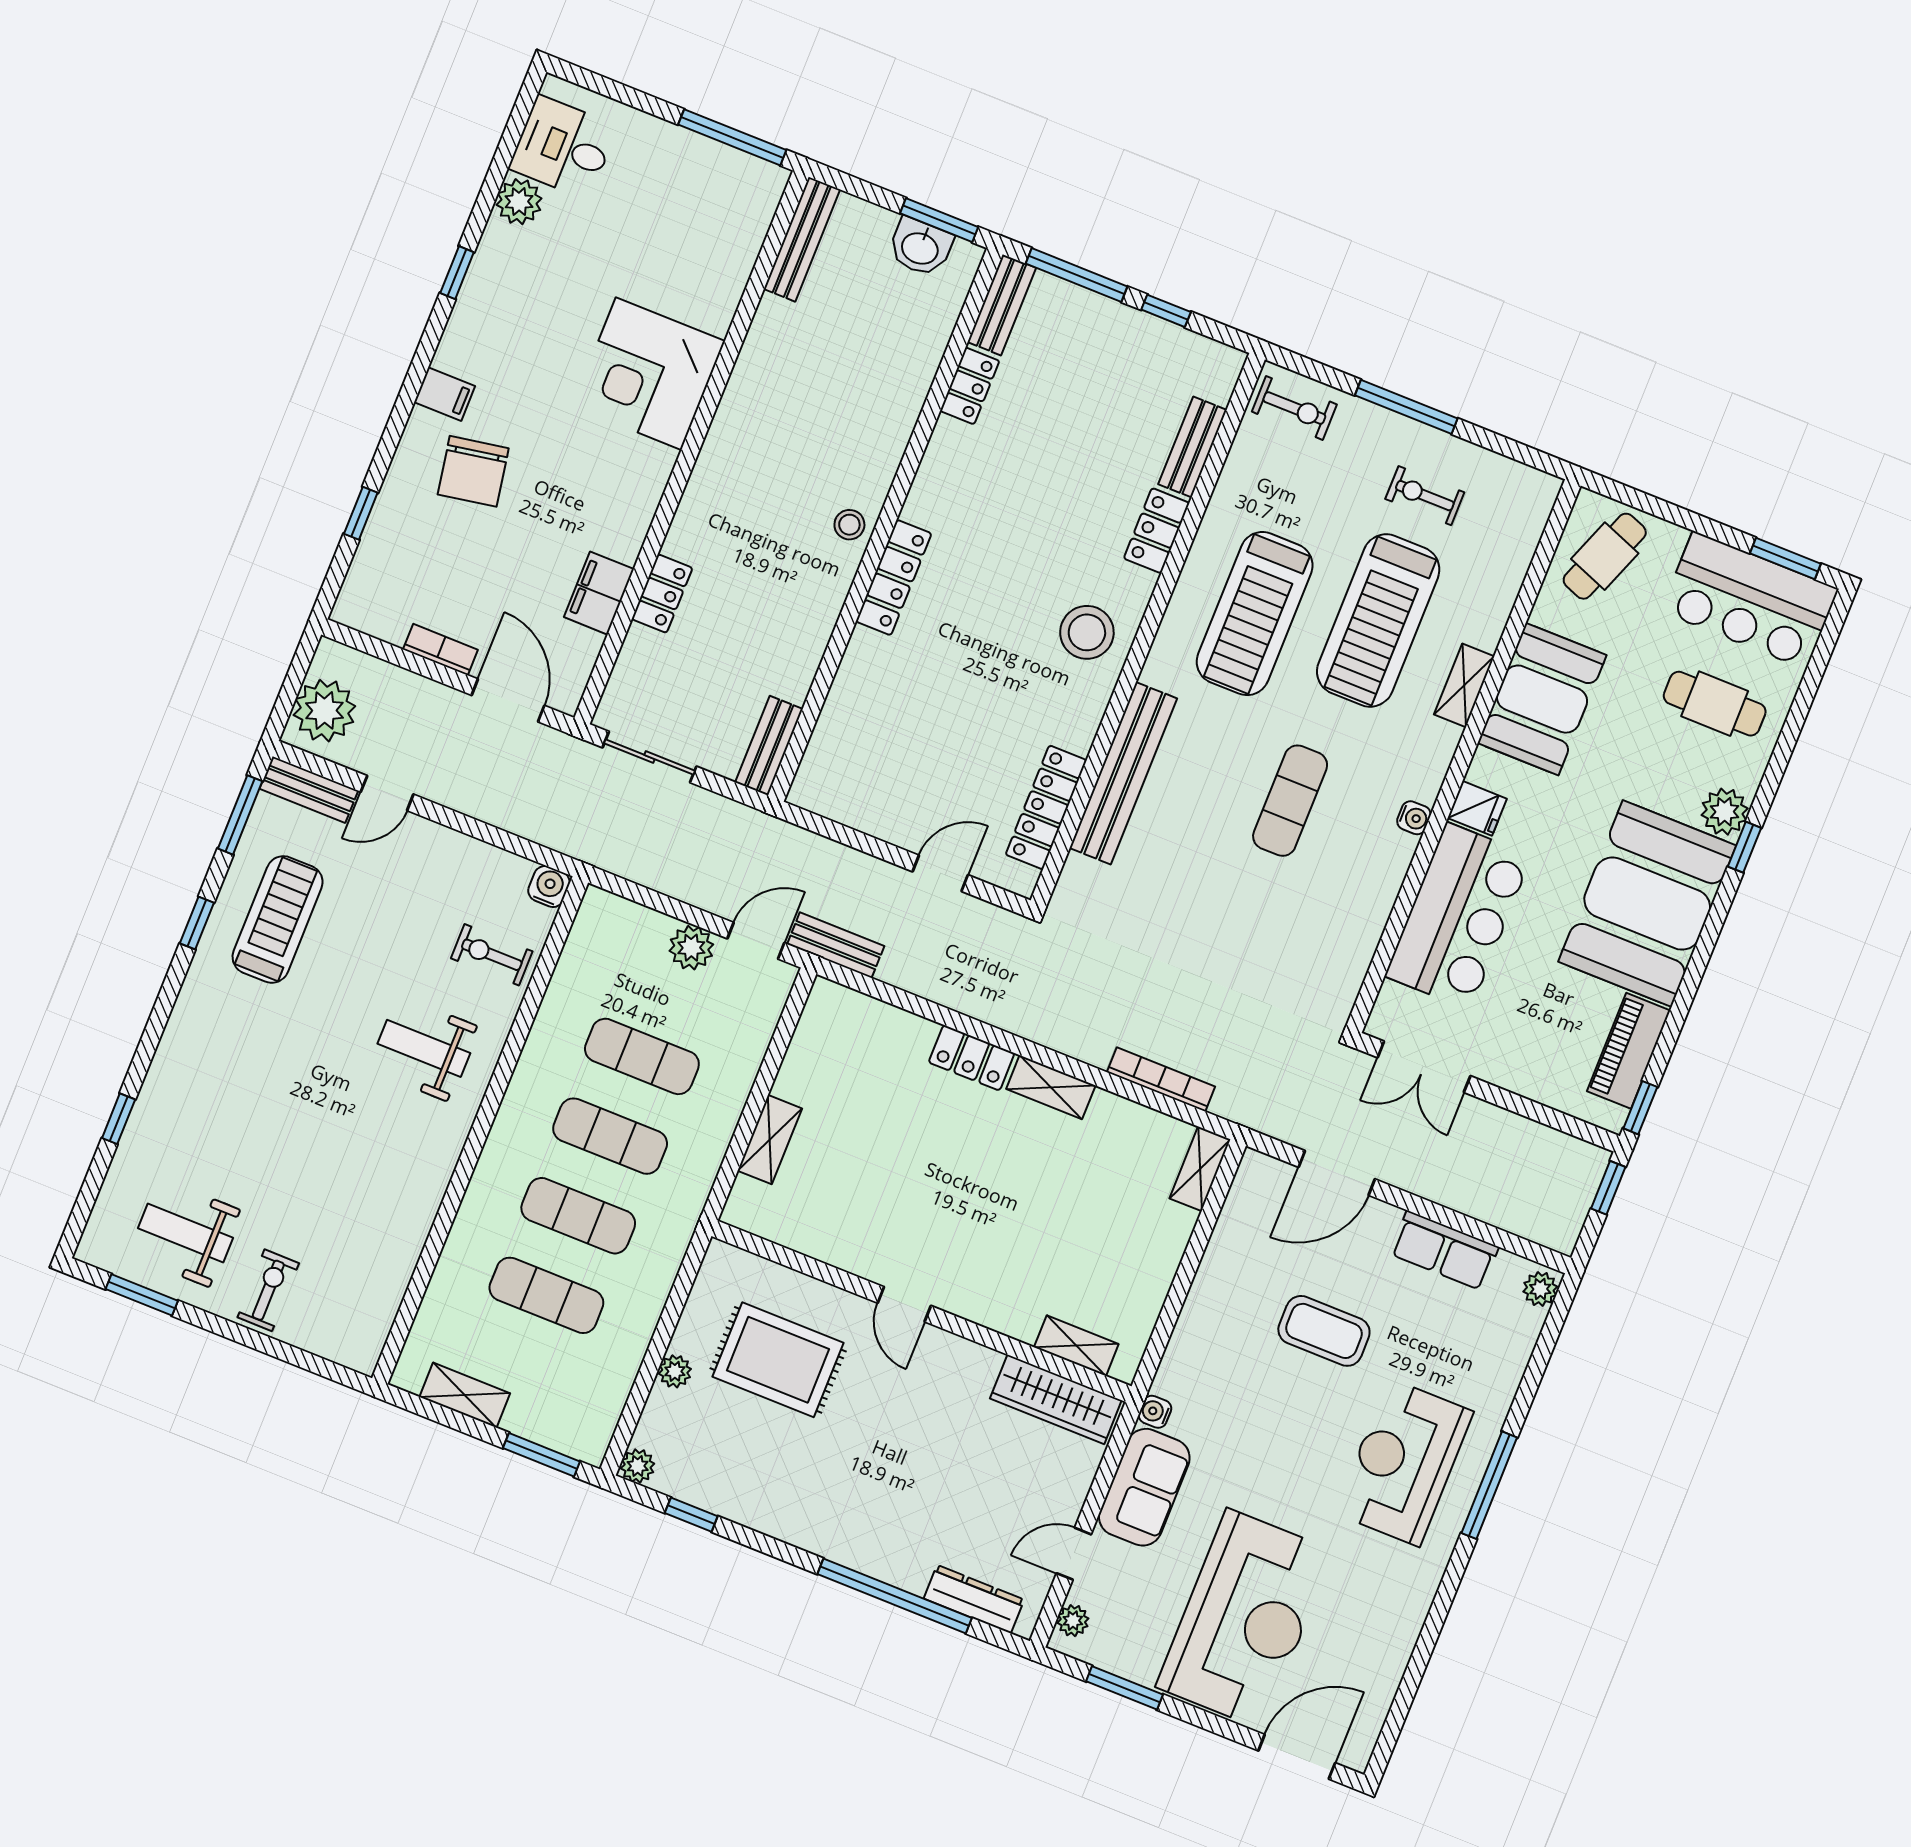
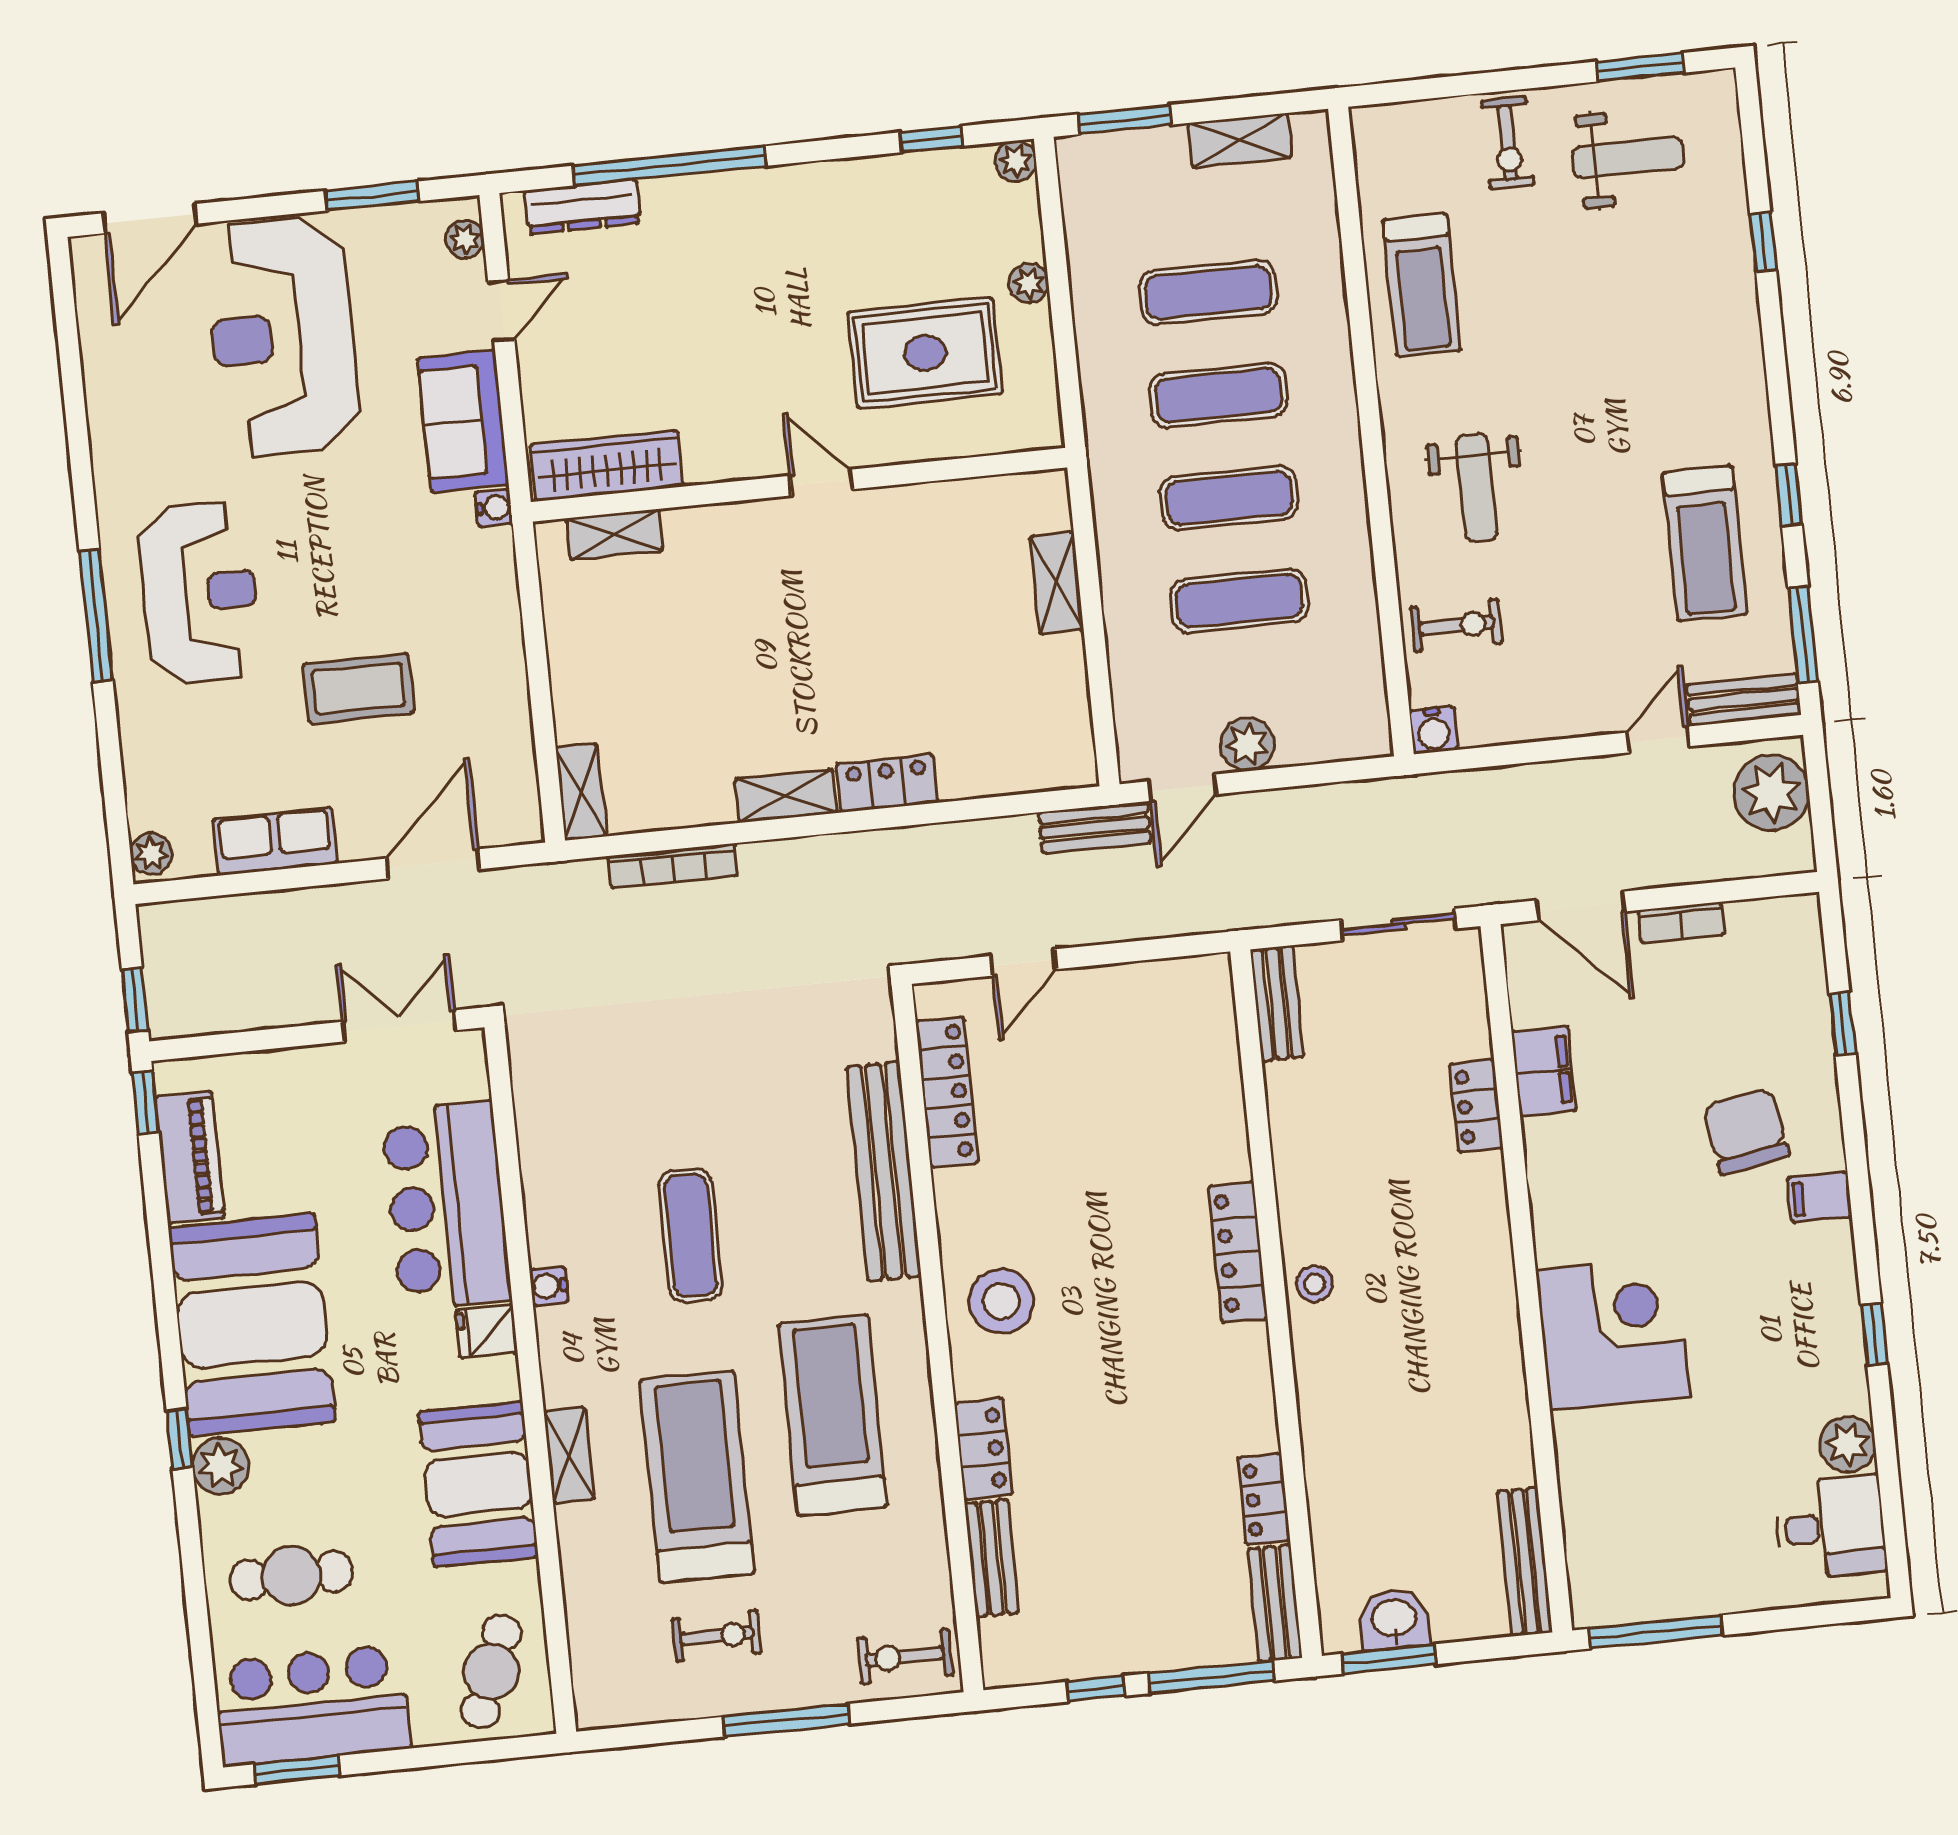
weight bench: (424, 1048) -> (1477, 488), turned 90
treadmill: (386, 1218) -> (1422, 285), added

